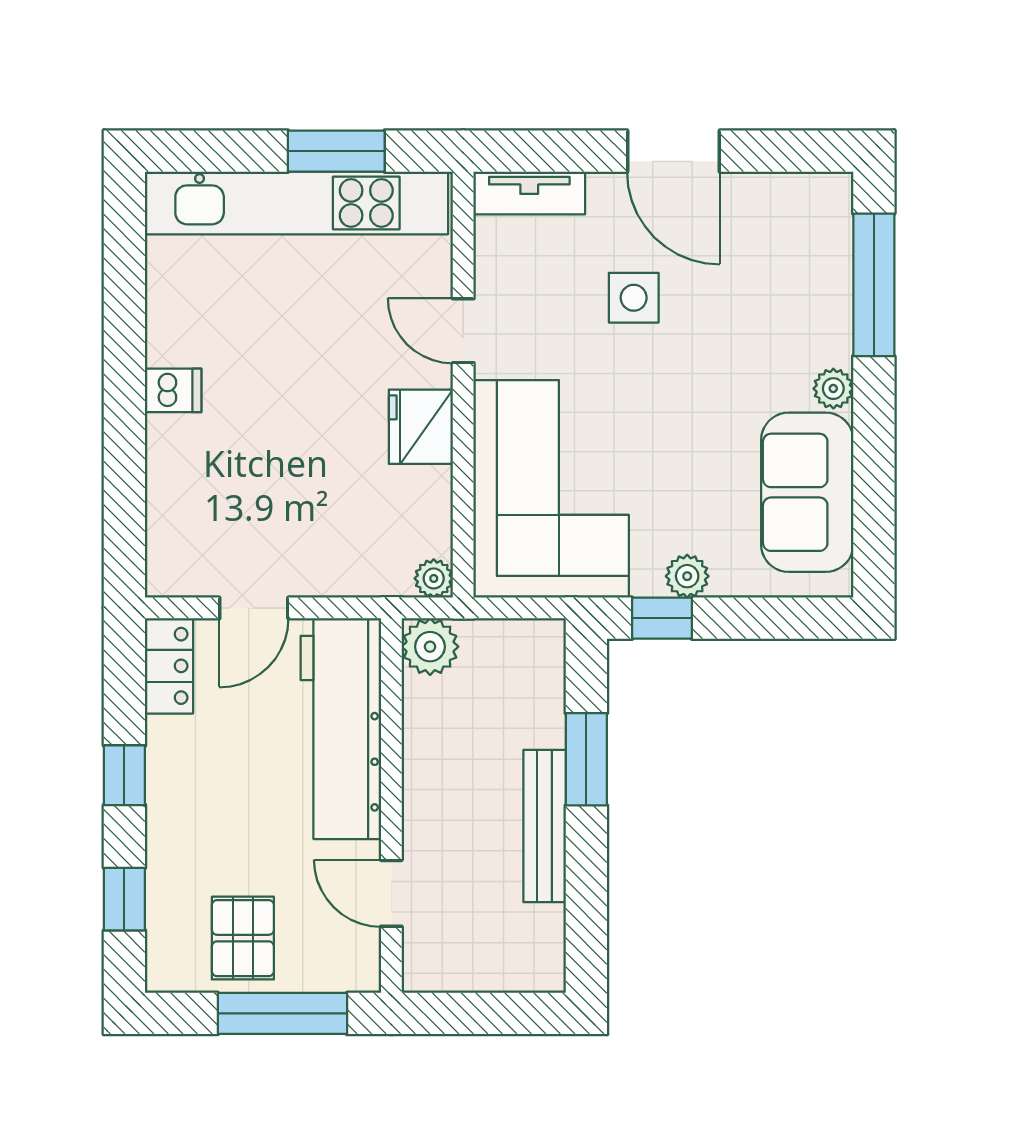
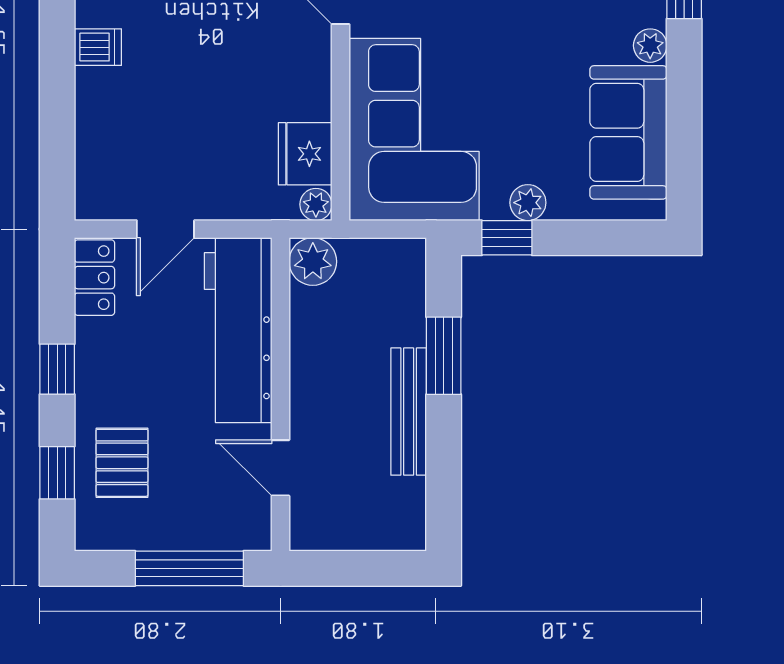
fridge: (421, 427) -> (305, 154), moved
pallet: (243, 938) -> (122, 463), moved

